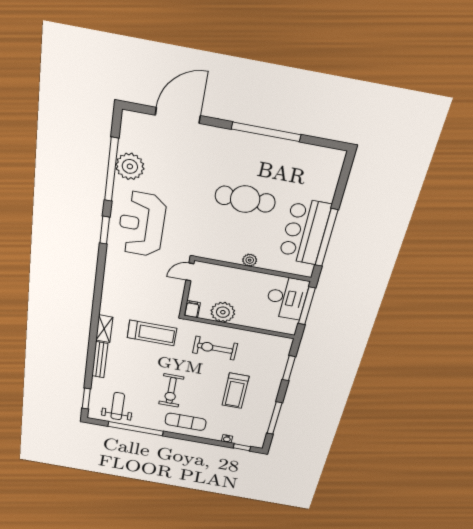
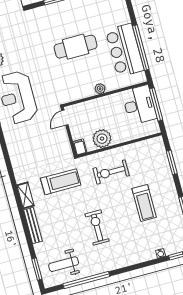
exercise bike: (171, 391) -> (97, 228), turned 180
weight bench: (118, 406) -> (64, 264), turned -90
exercise mat: (186, 422) -> (121, 253), removed

